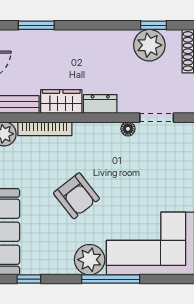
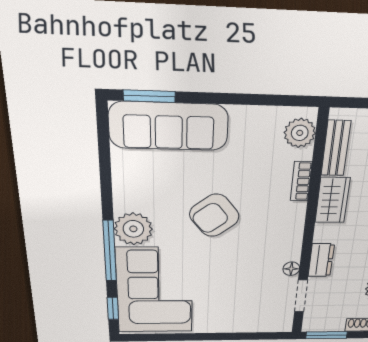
dresser: (100, 104) -> (321, 260), moved
bookcase: (45, 129) -> (301, 181), width x0.64
window: (29, 279) -> (113, 308), moved

